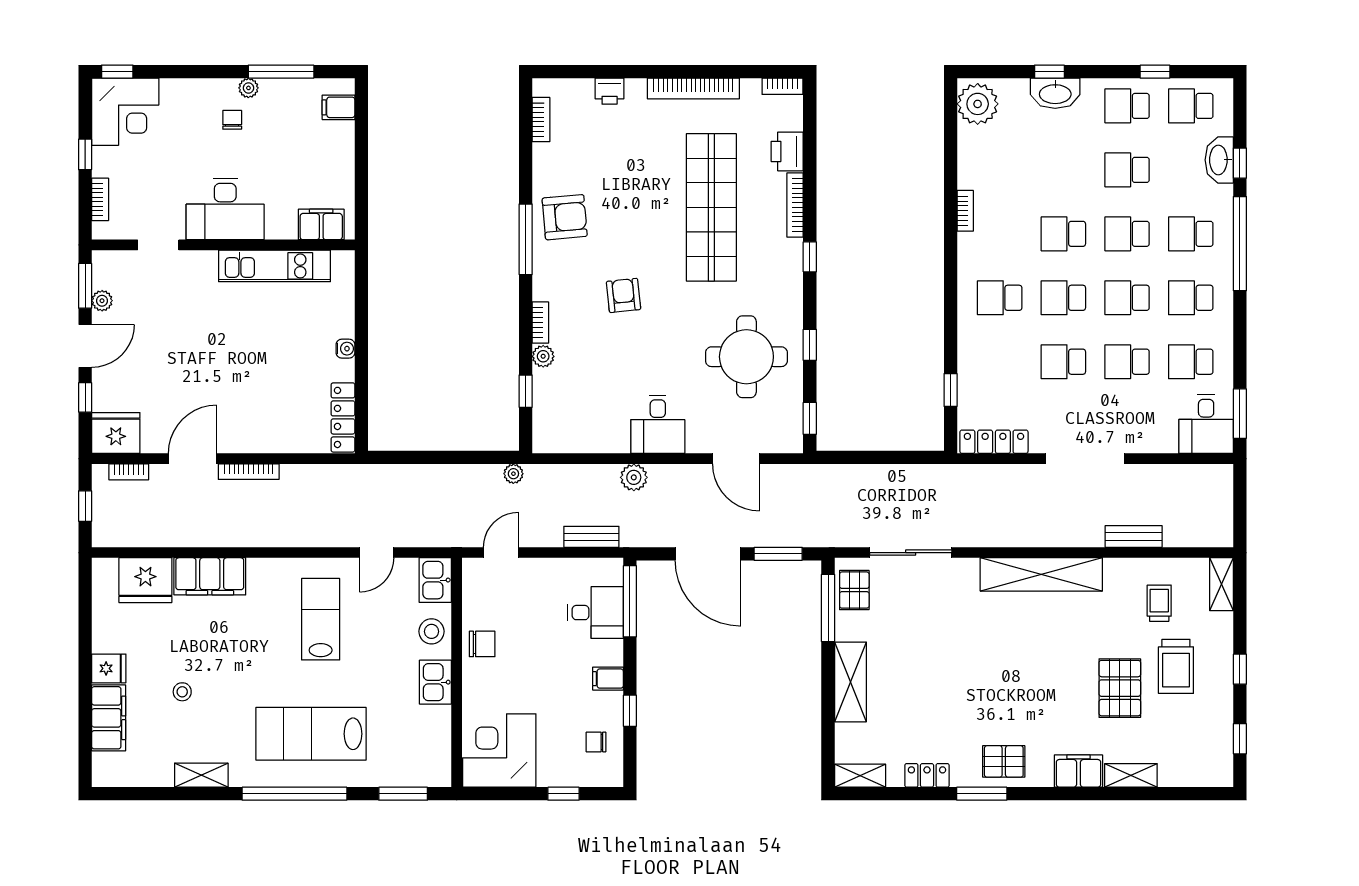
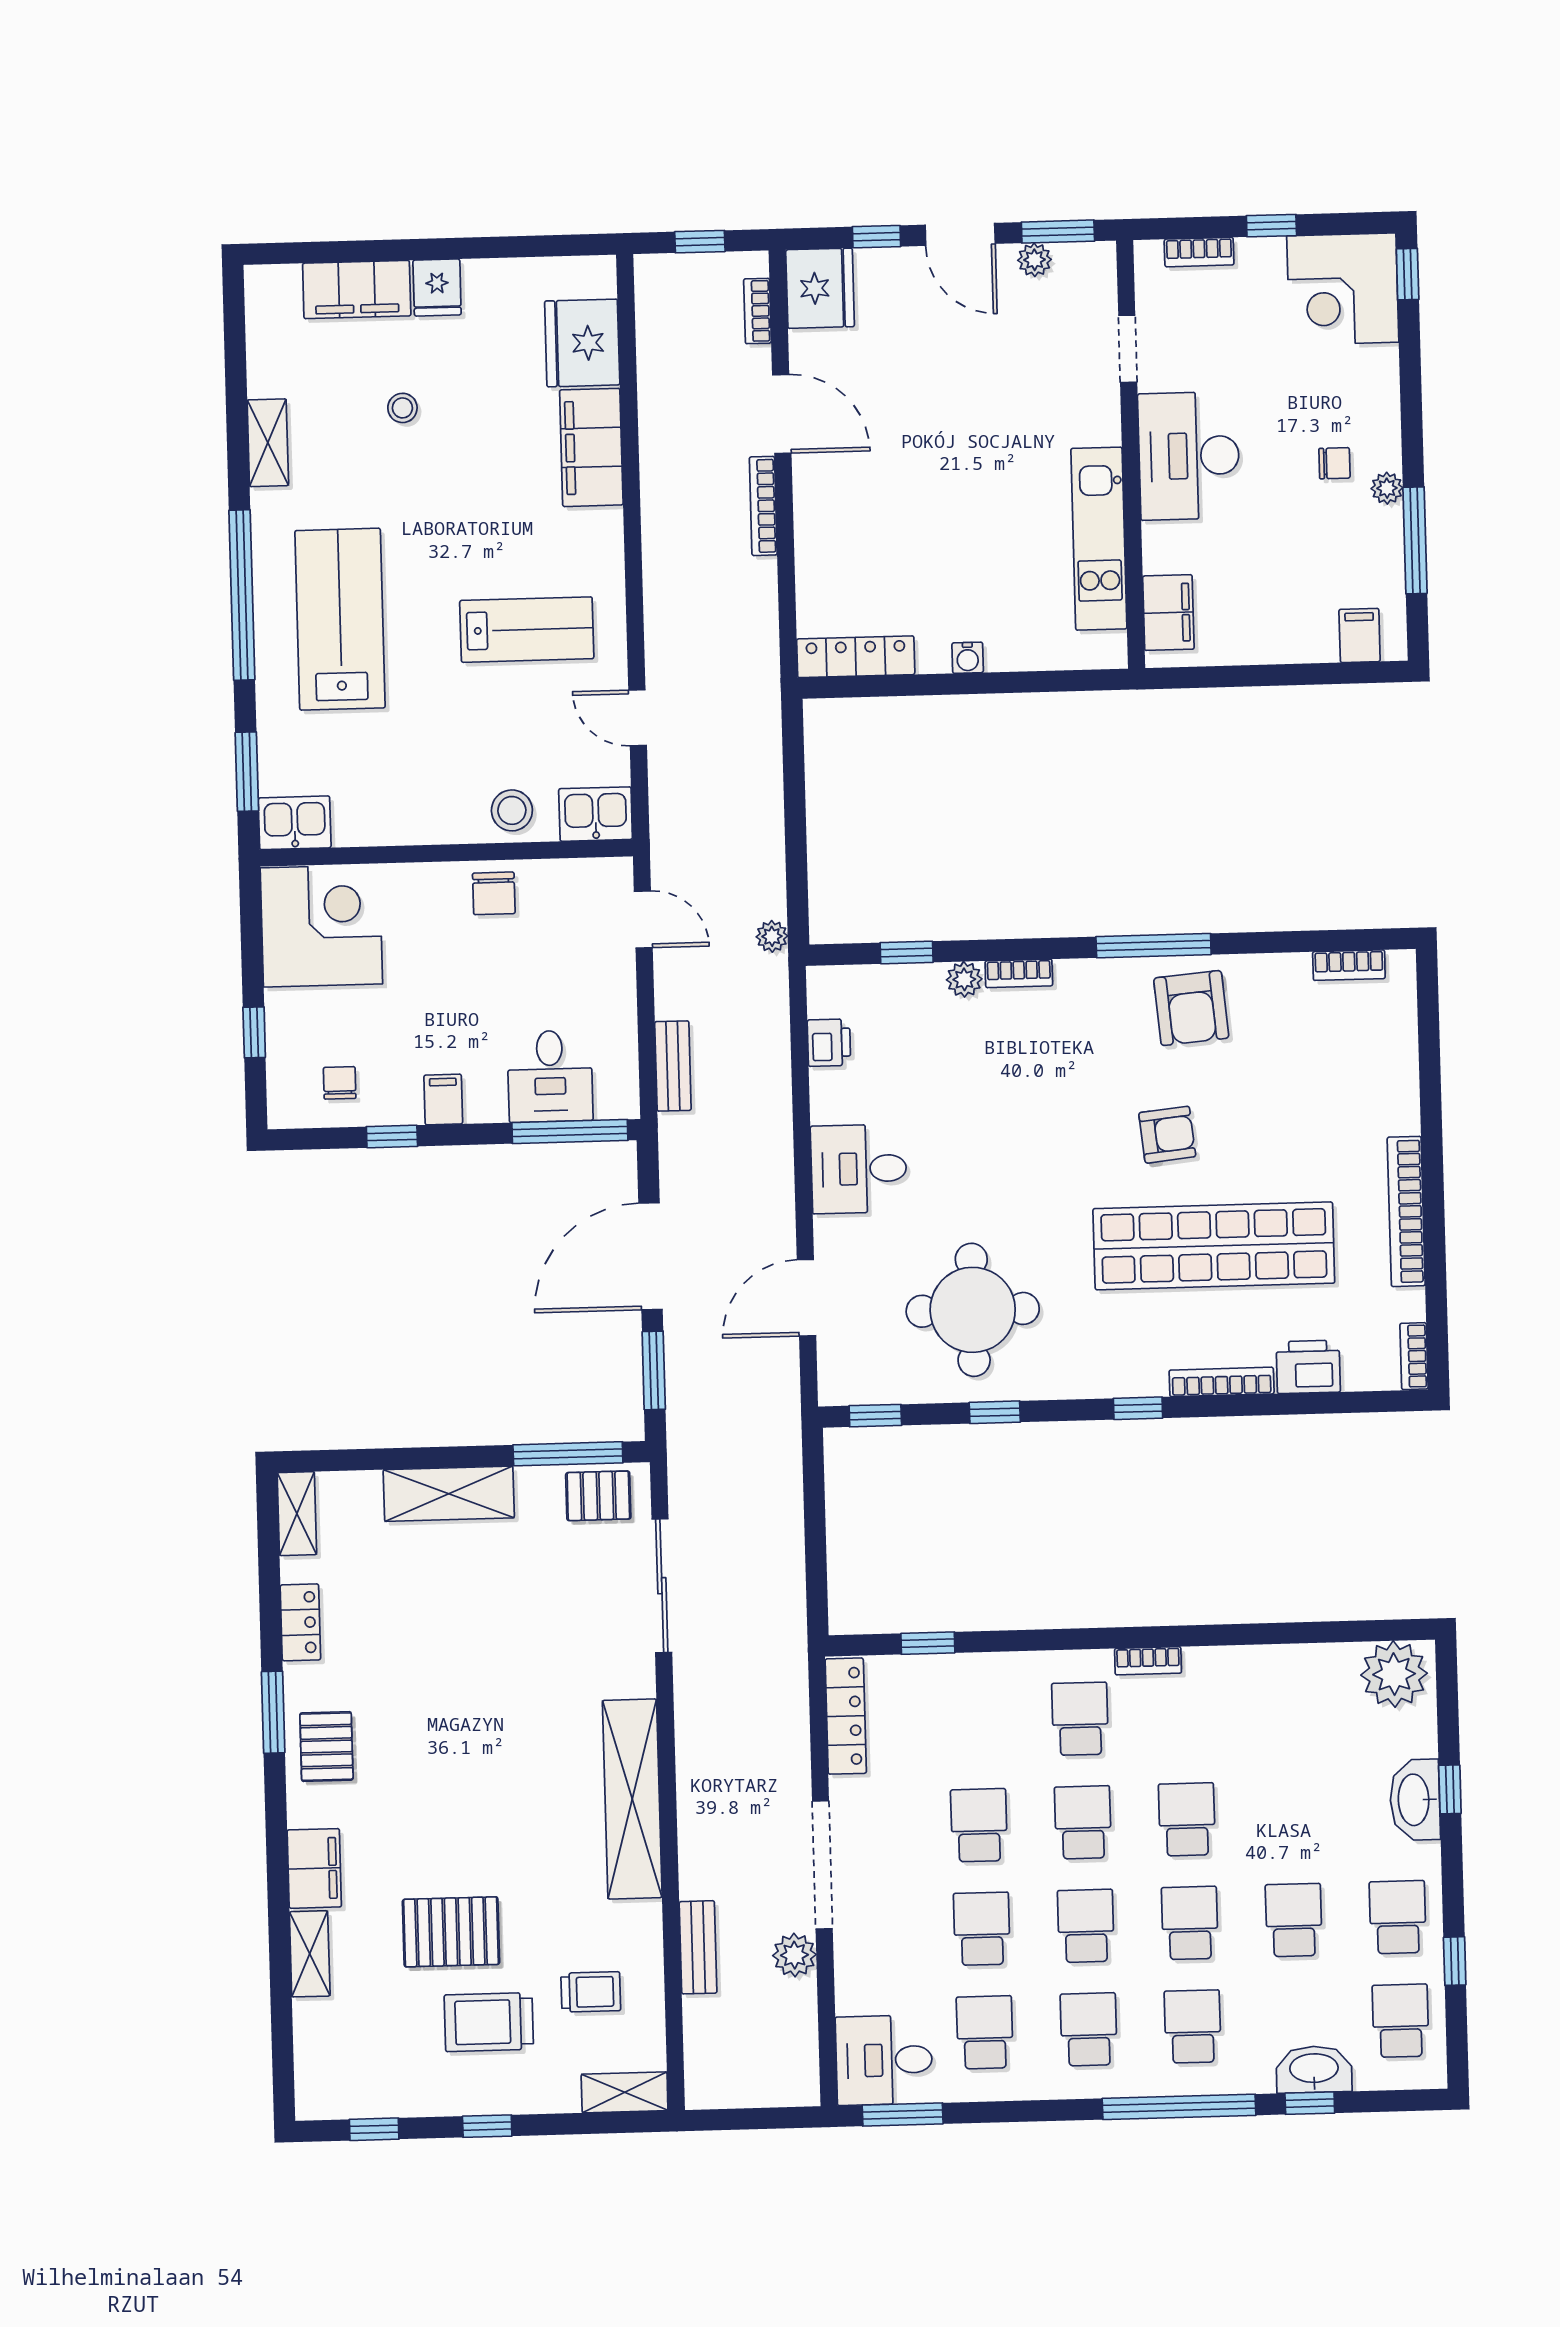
printer: (610, 91) -> (829, 1043), moved, turned 180
bookcase: (965, 211) -> (1148, 1661), moved
armchair: (624, 295) -> (1167, 1135), moved
plant: (634, 477) -> (794, 1955), moved
kitchen sink: (435, 682) -> (295, 823), moved

